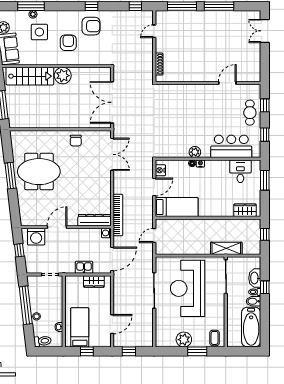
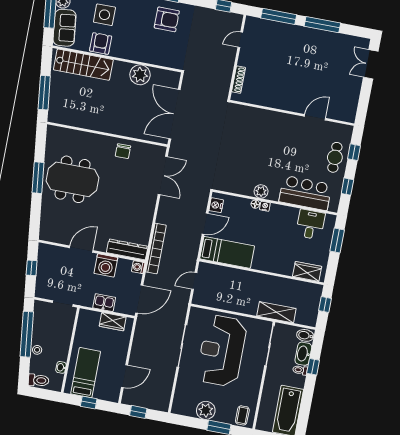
armchair: (68, 43) -> (101, 44), moved
plant: (63, 76) -> (140, 75), moved
washing machine: (36, 237) -> (106, 265), moved
bidet: (253, 301) -> (305, 335), moved

